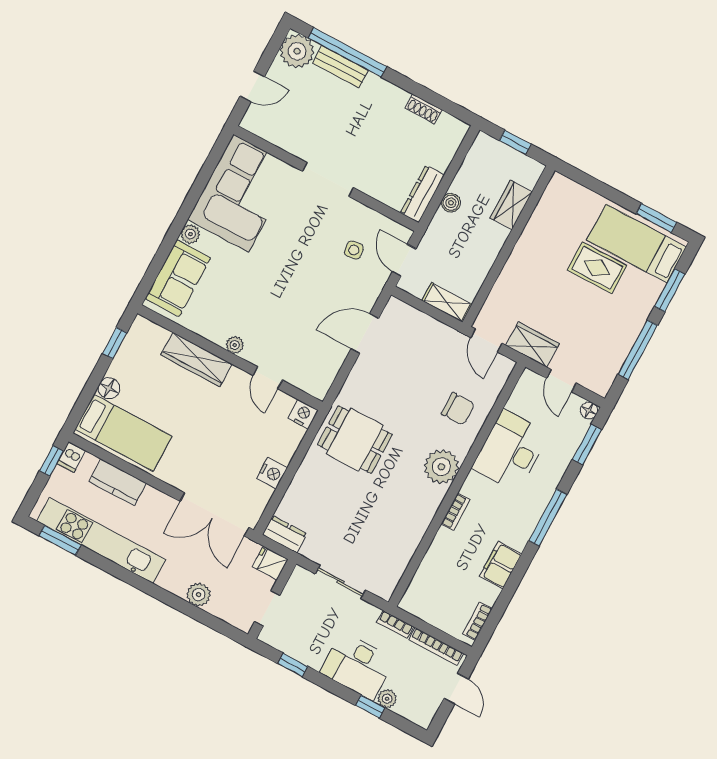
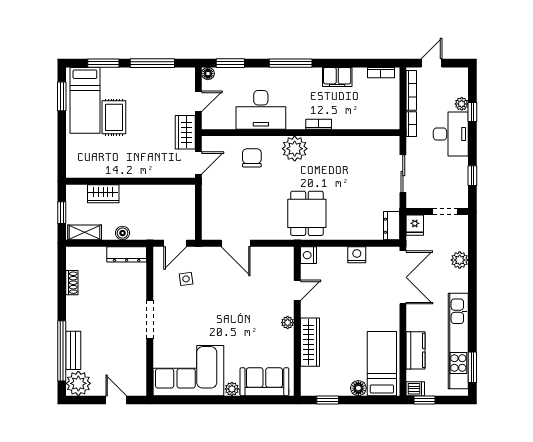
shelving: (447, 302) -> (85, 232), moved, turned 90

